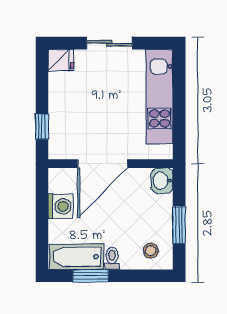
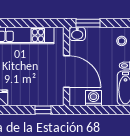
window: (179, 225) -> (88, 23), moved

